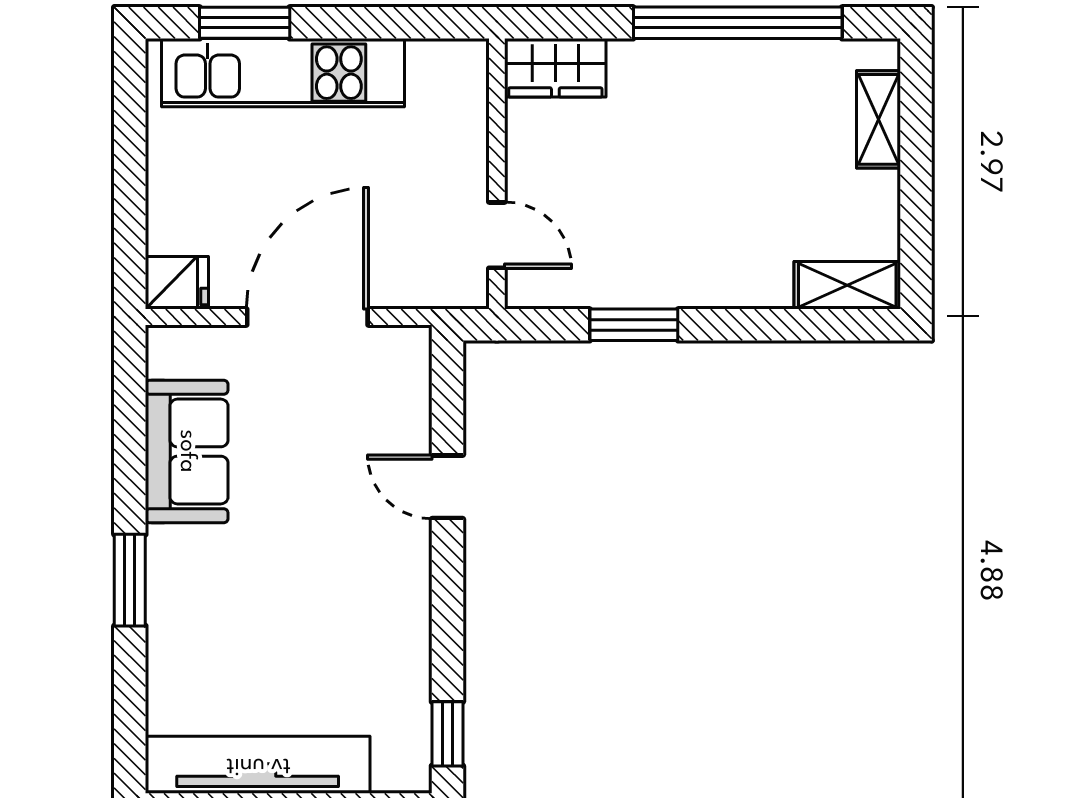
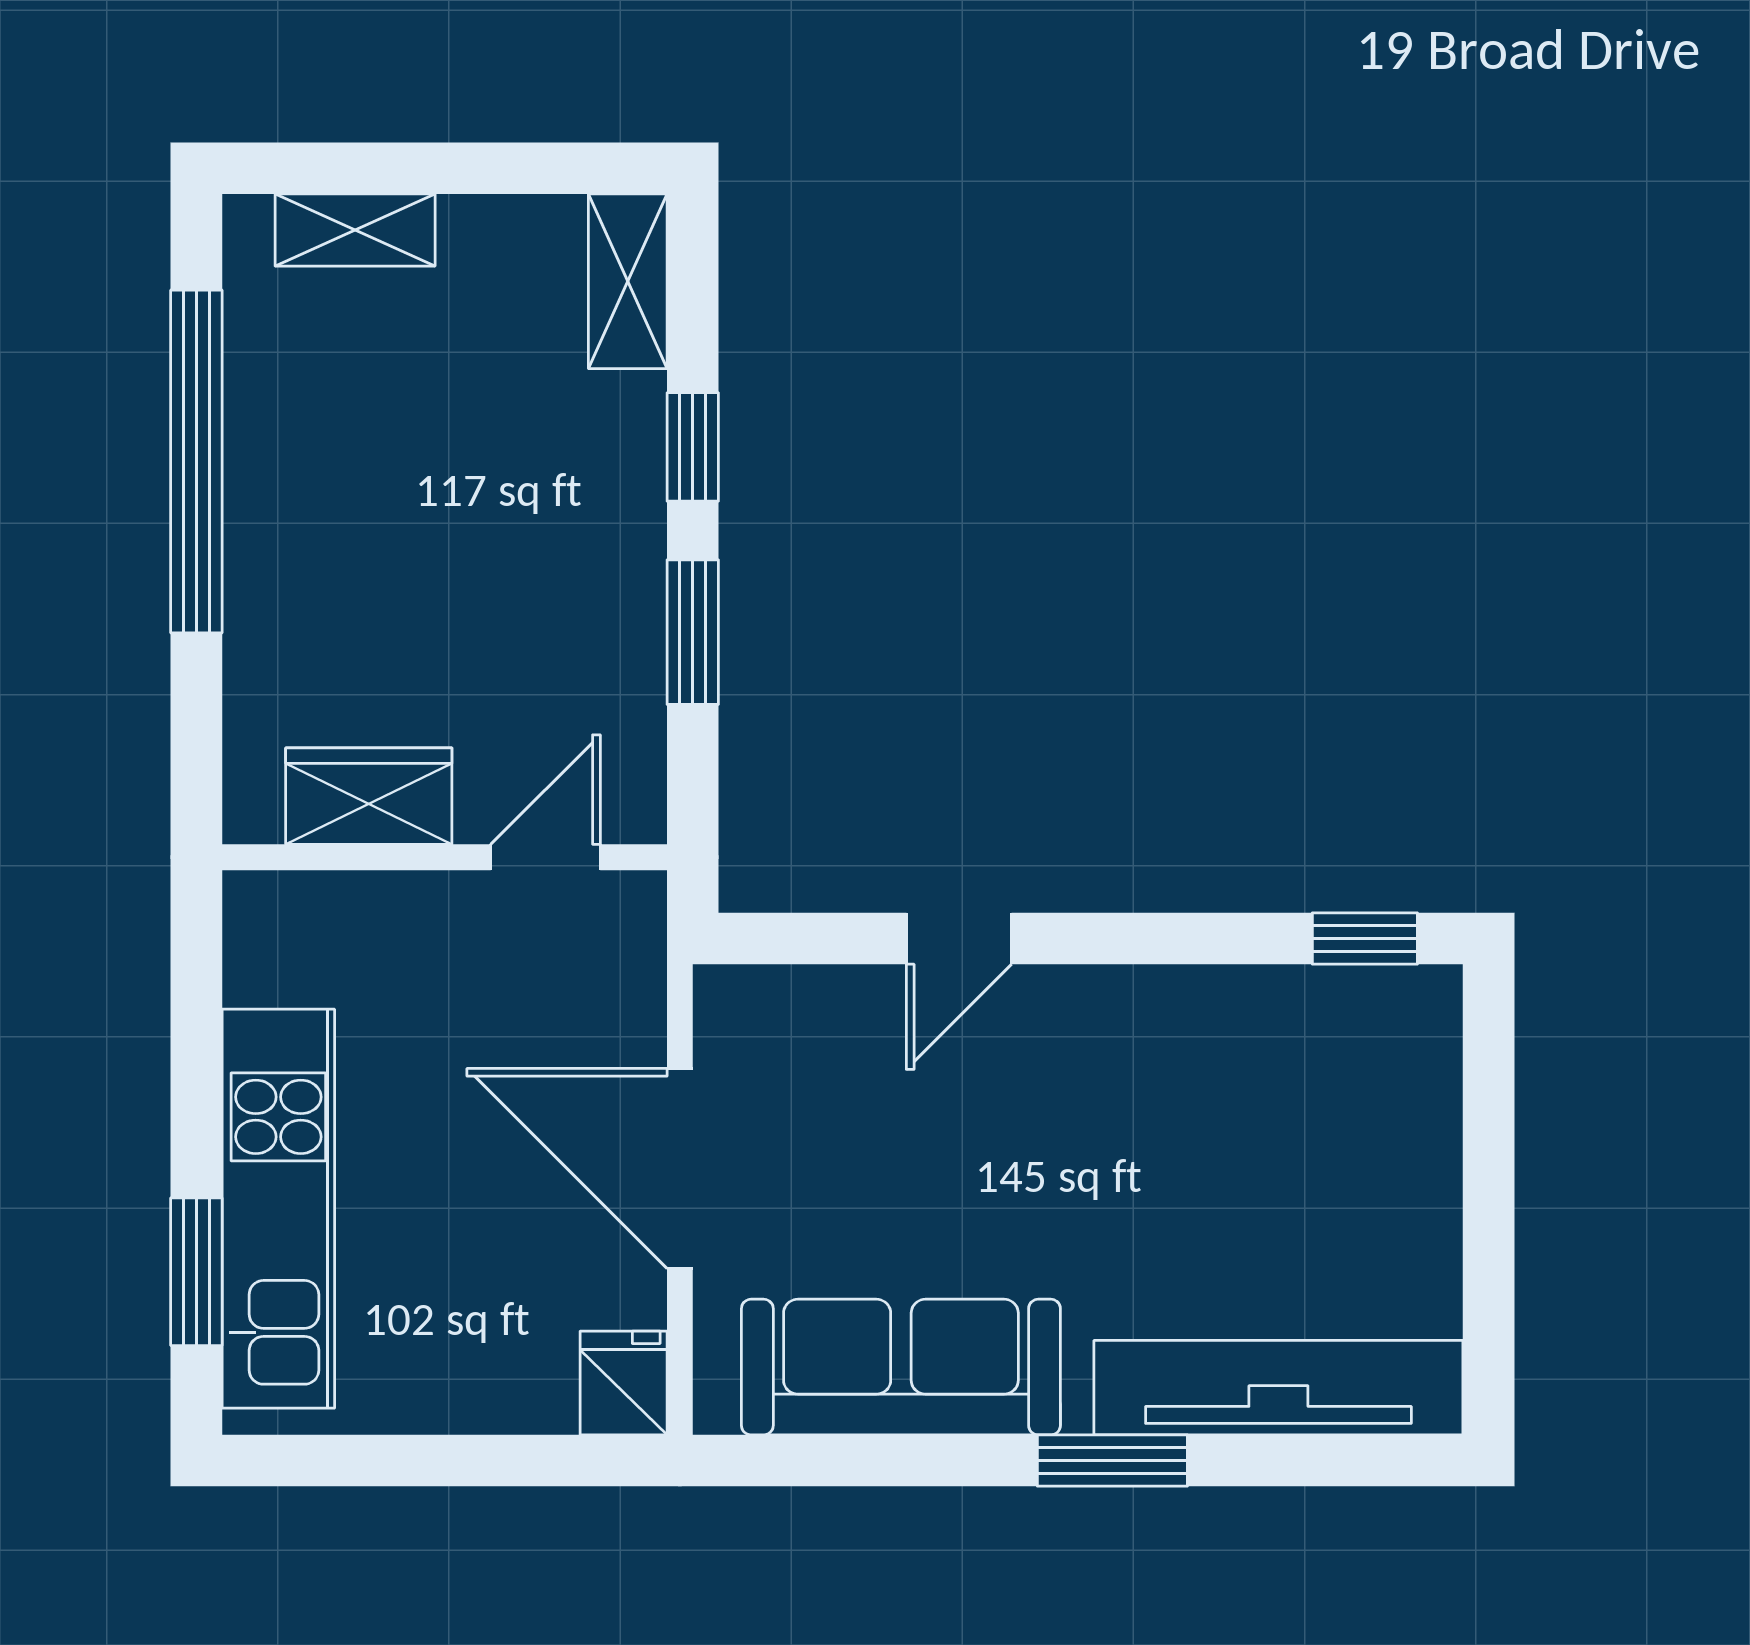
wardrobe: (555, 68) -> (369, 796), moved, turned -90
window: (747, 325) -> (693, 447), added
sofa: (187, 451) -> (901, 1367), width x1.36
tv unit: (258, 765) -> (1278, 1388), moved, turned 90

